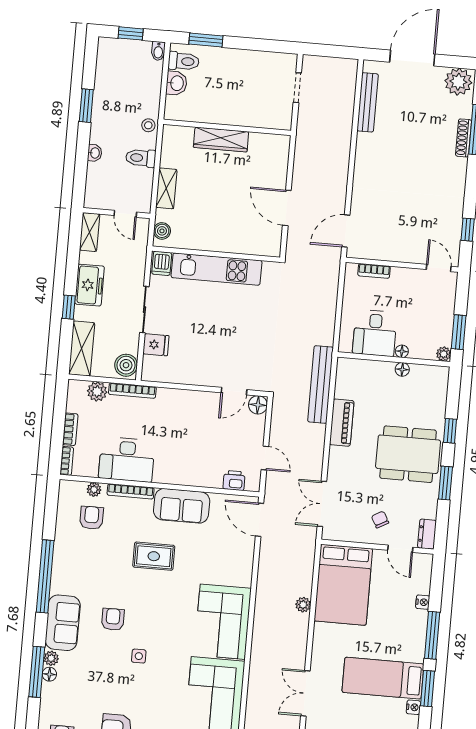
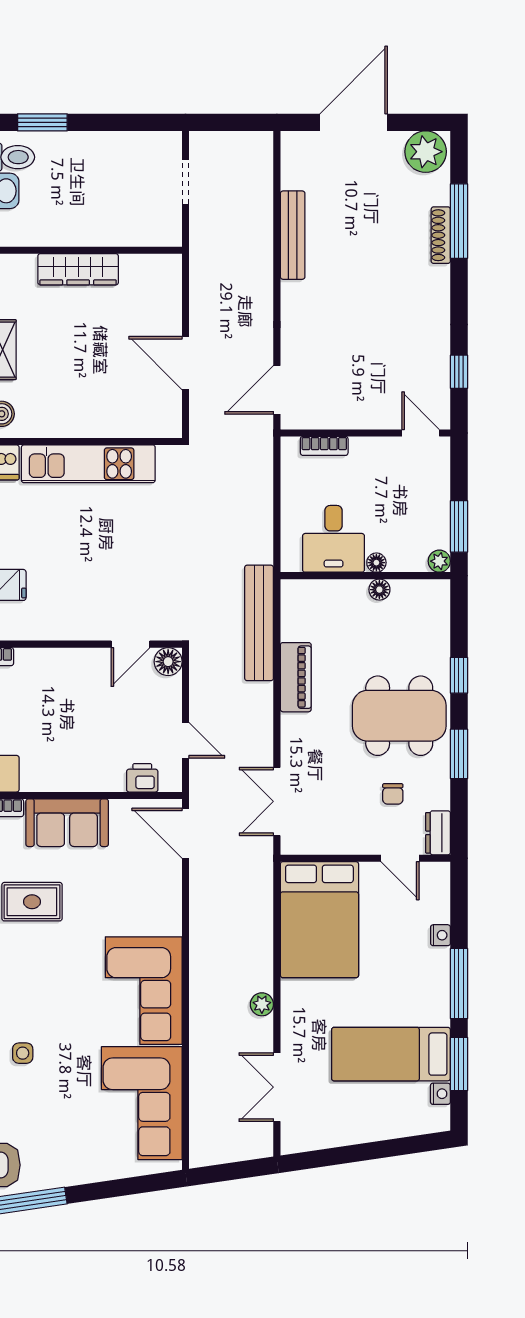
bench: (368, 102) -> (293, 235), moved
chair: (380, 520) -> (393, 794), moved, turned -151
plant: (303, 605) -> (262, 1004), moved

